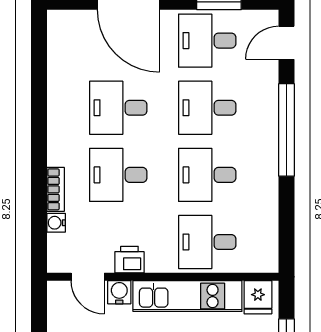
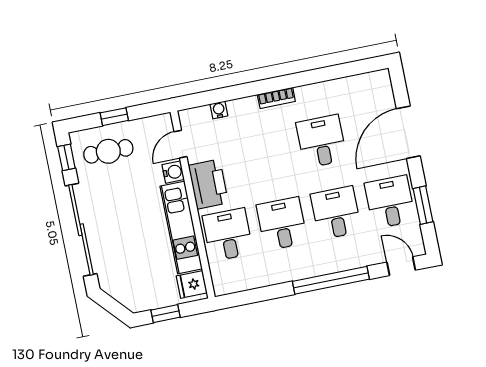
desk: (118, 175) -> (267, 152), removed
bookcase: (56, 189) -> (276, 98), moved
printer: (129, 260) -> (208, 184), width x1.87, depth x1.48

